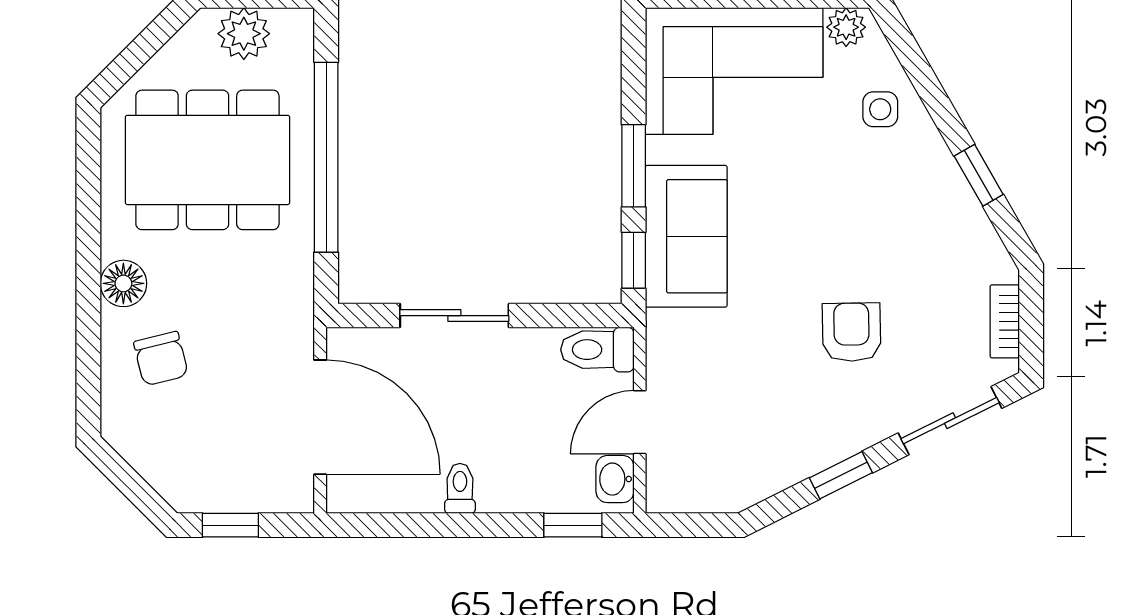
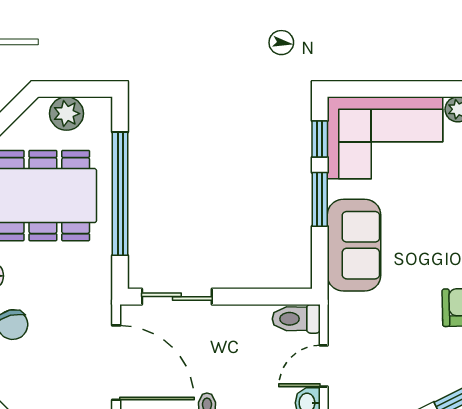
window: (634, 260) -> (320, 139), moved
sliding door: (454, 316) -> (177, 297), moved

